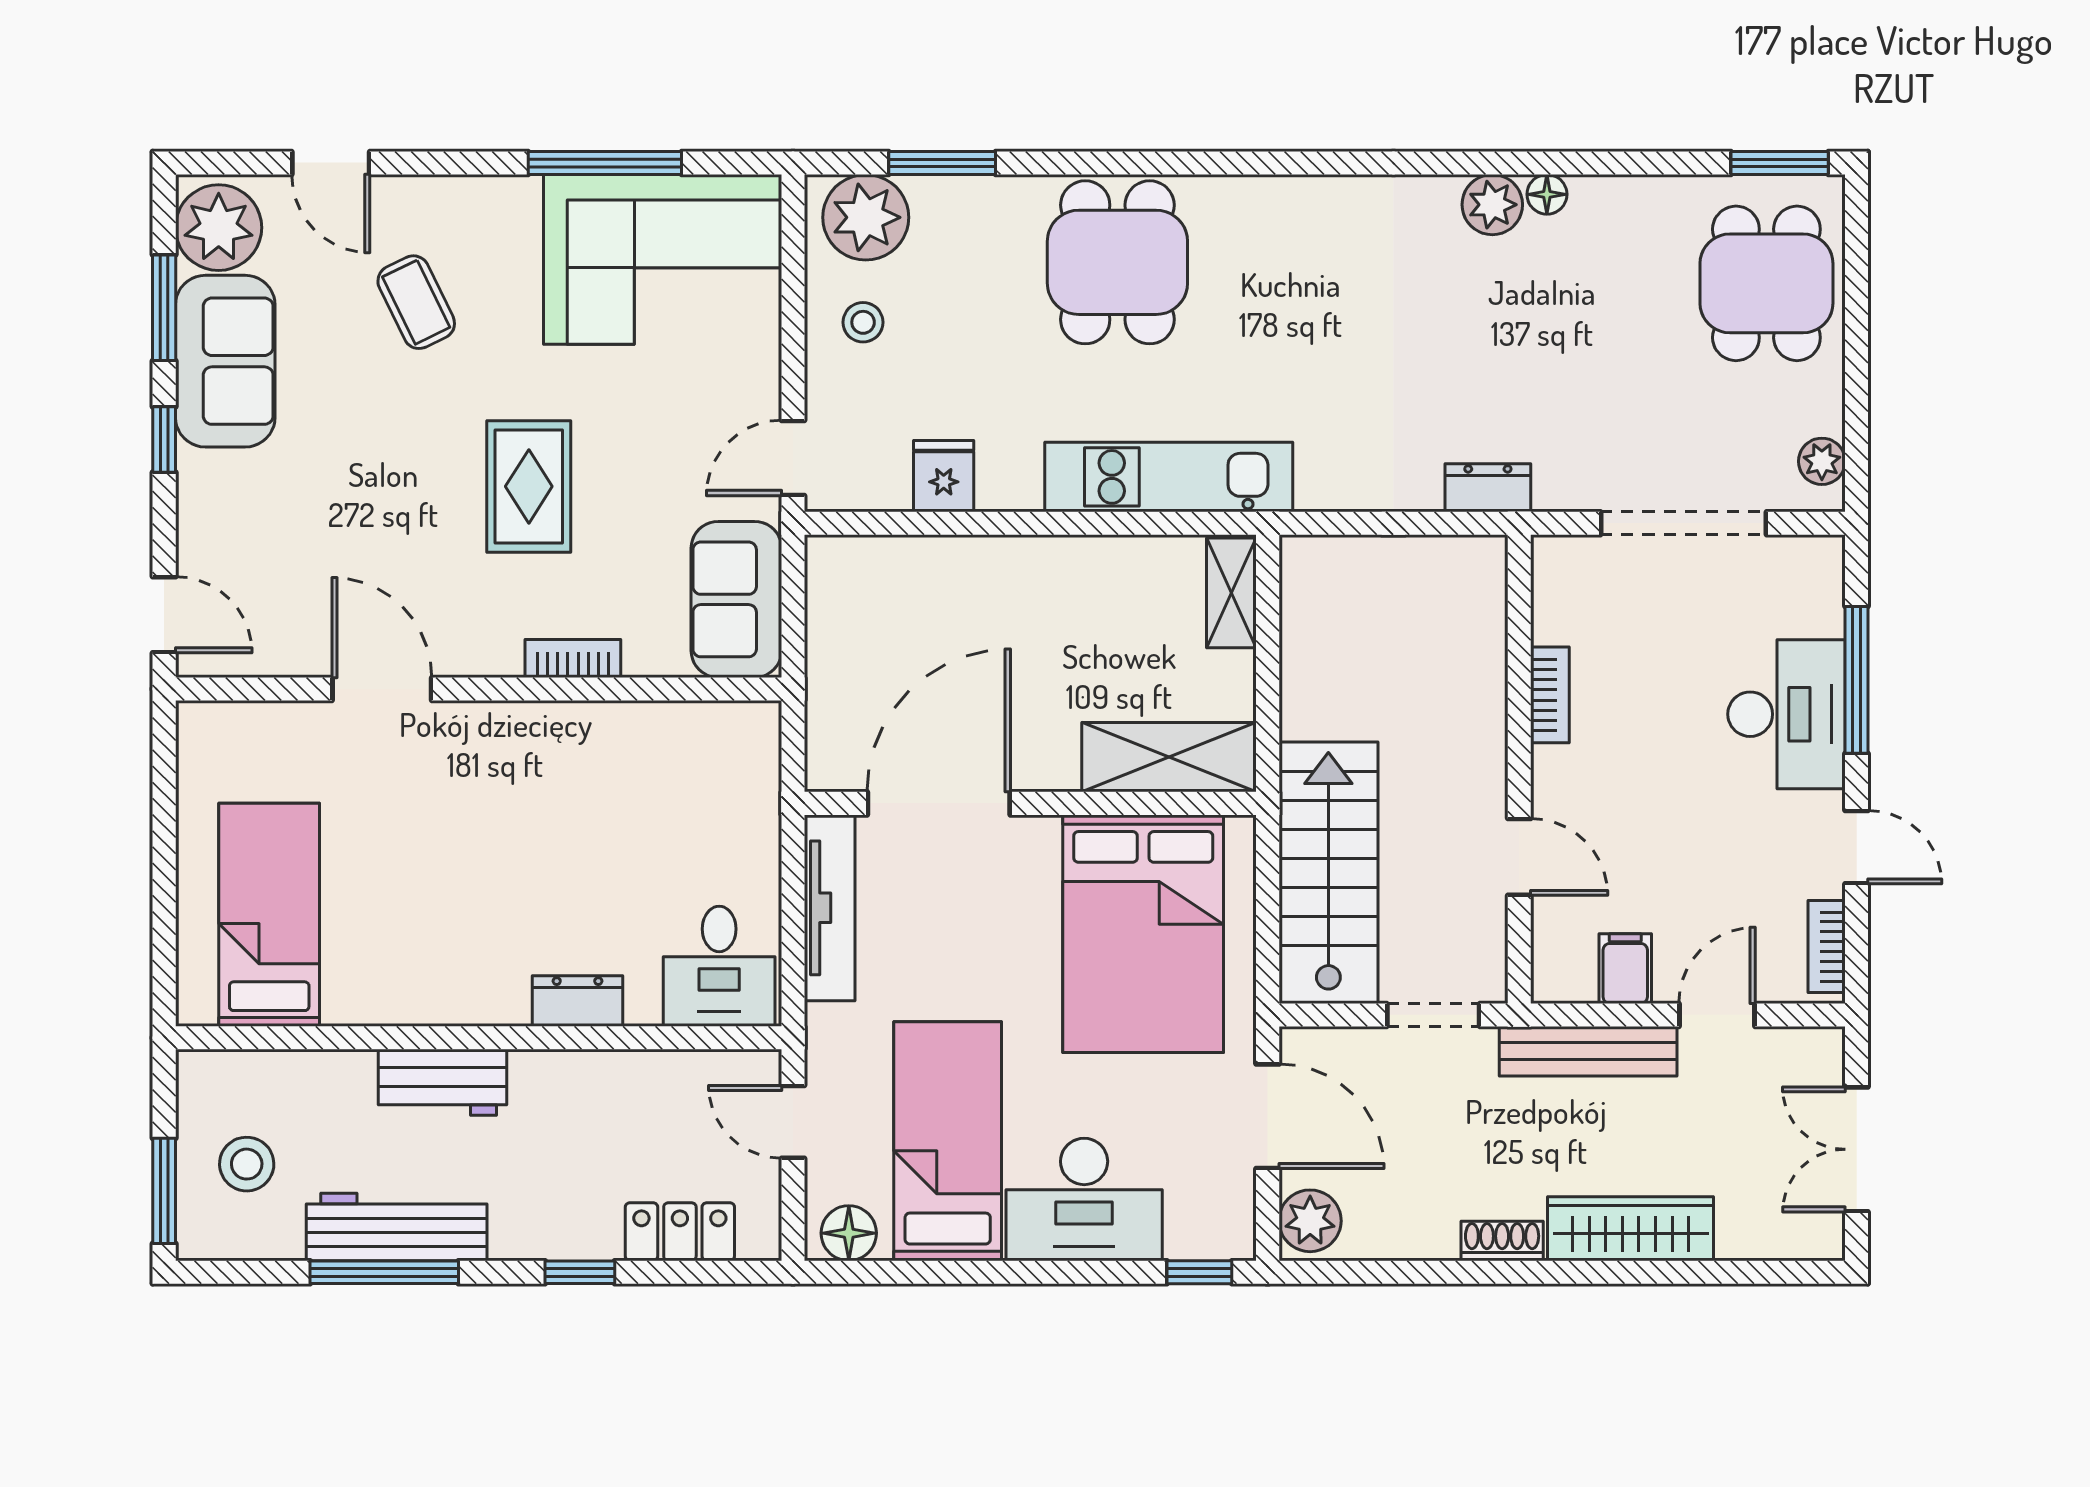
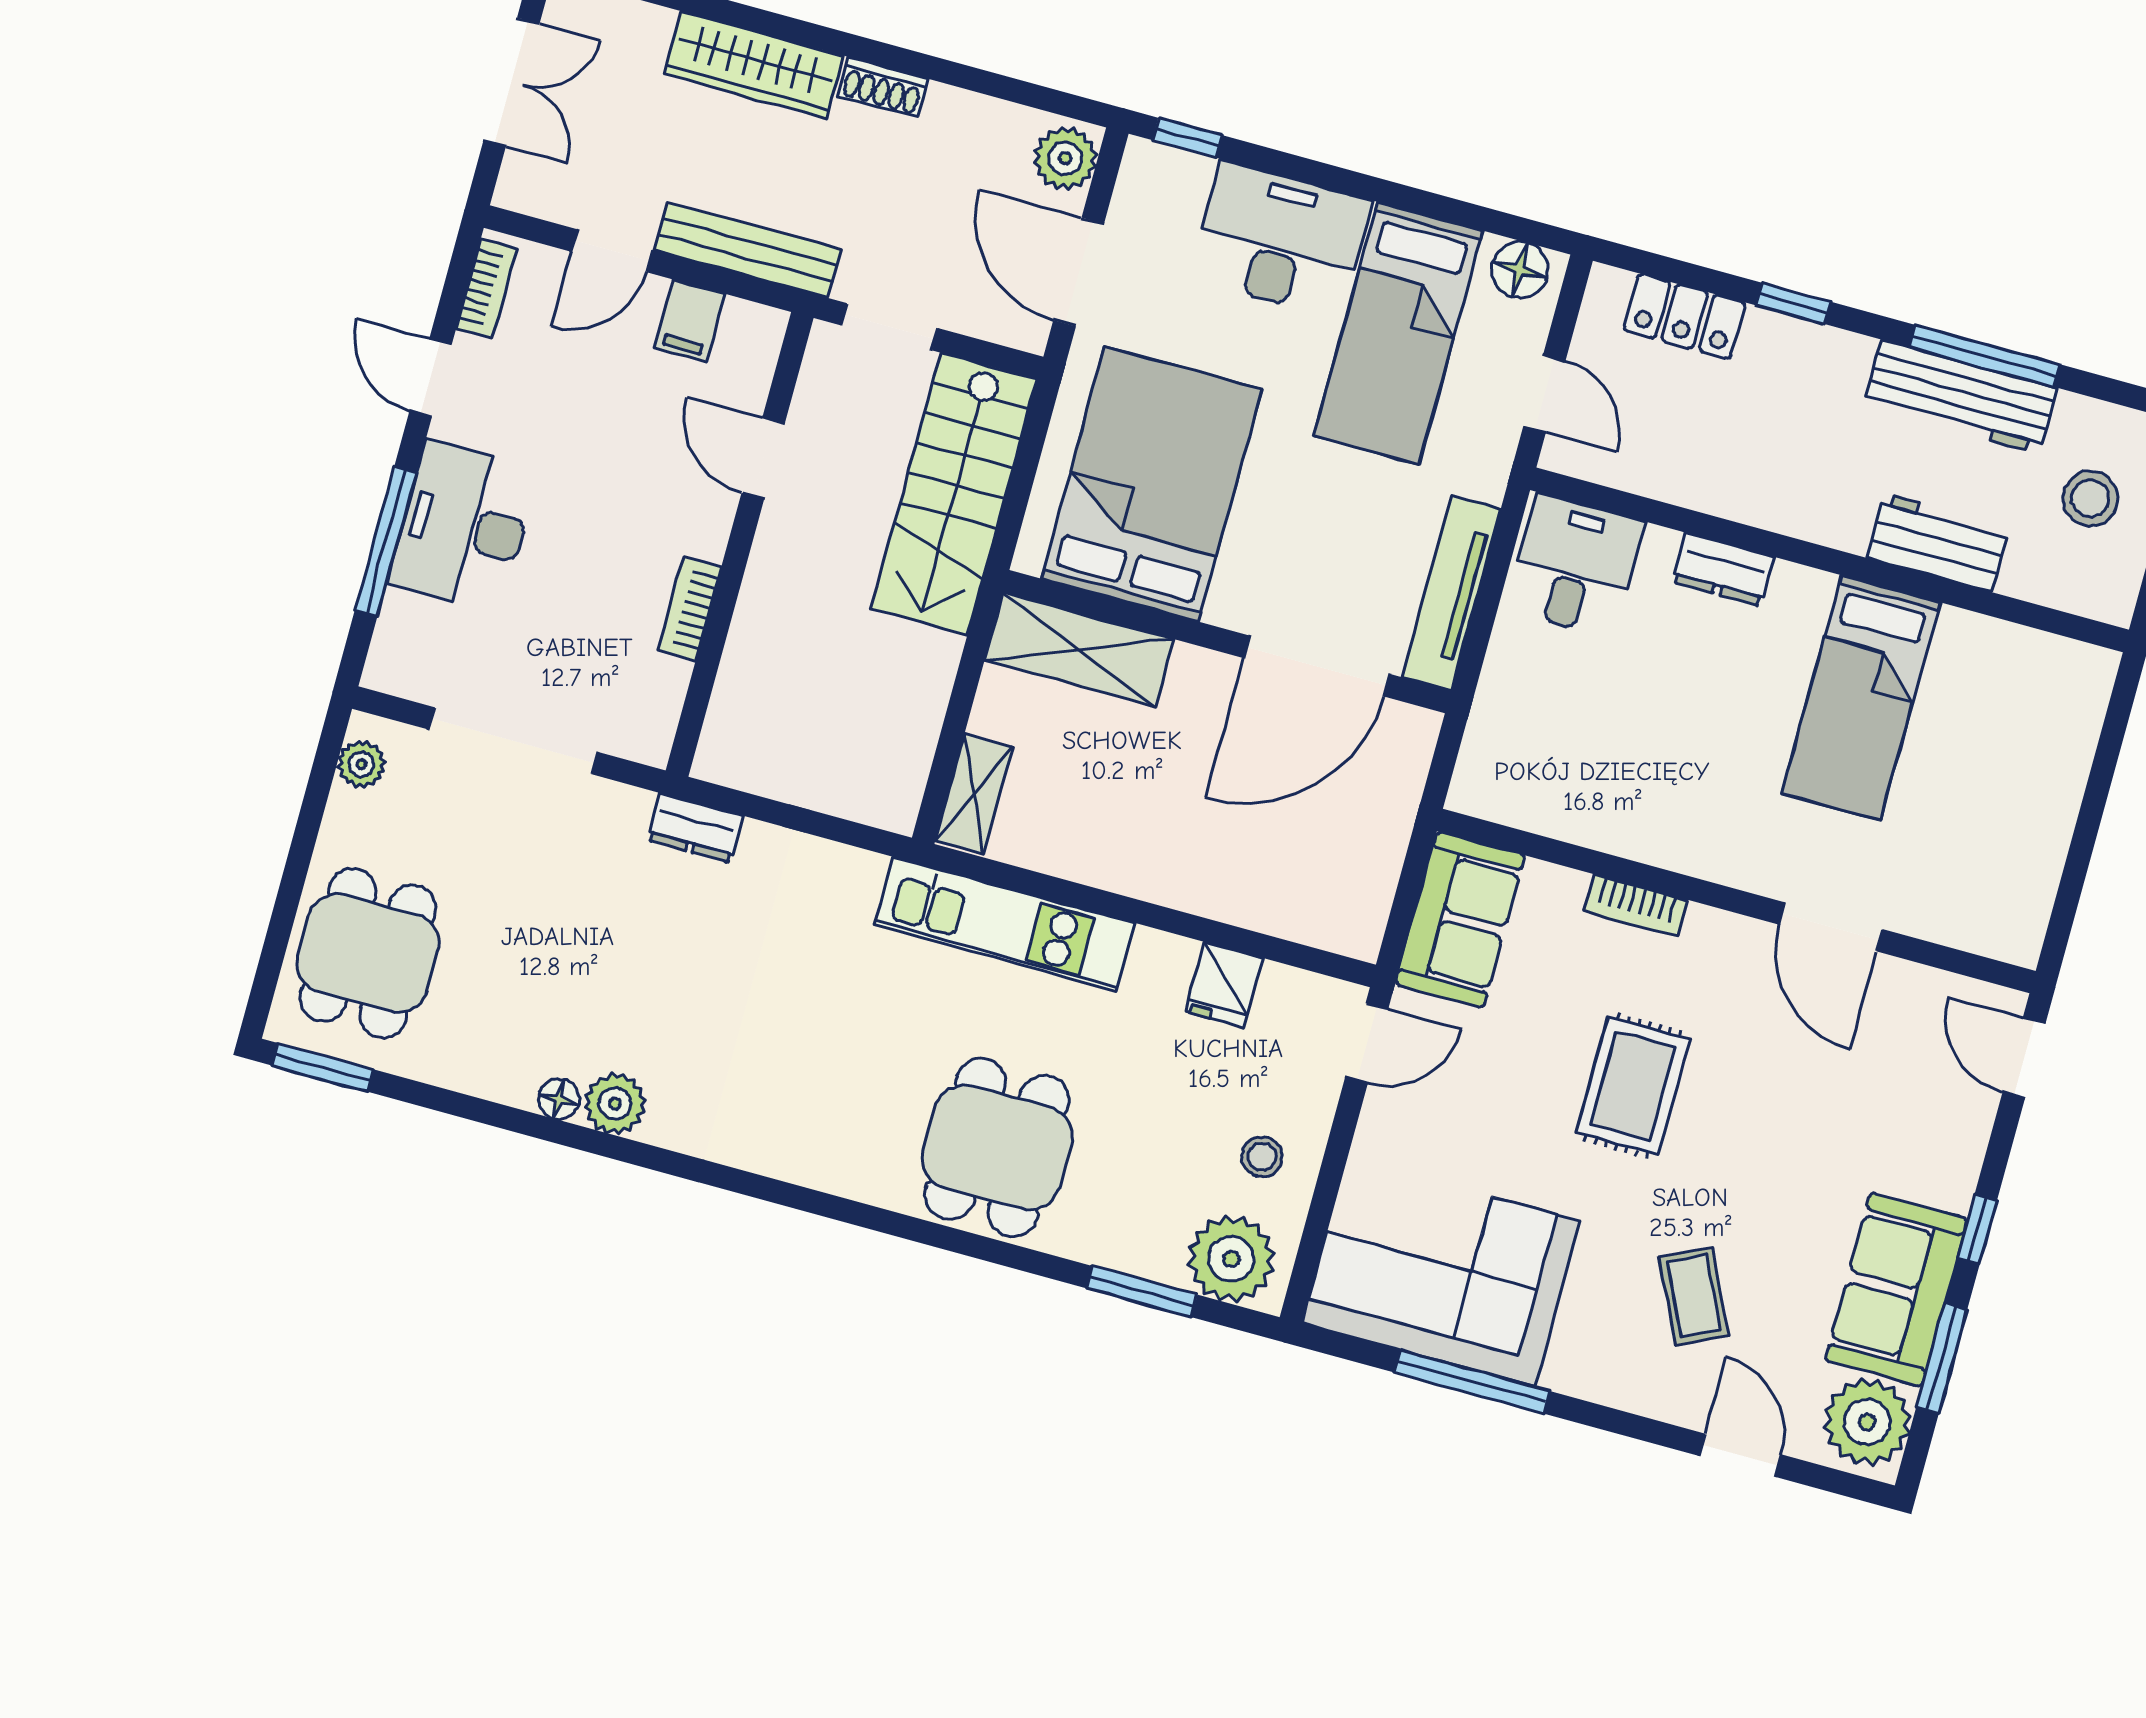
bed: (269, 915) -> (1861, 698), moved
workbench: (442, 1082) -> (1938, 543), moved

